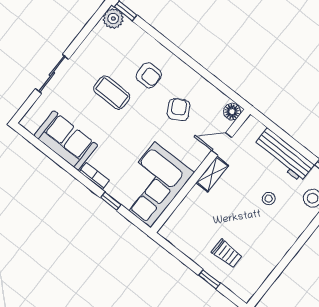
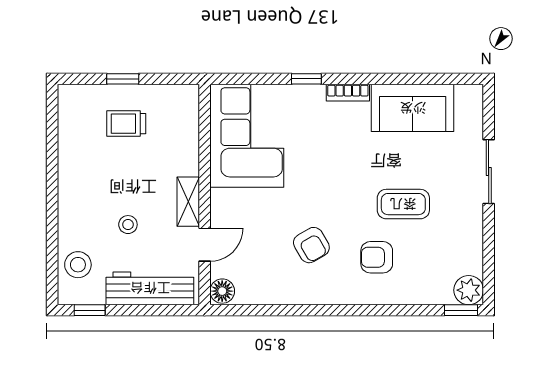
floor lamp: (232, 112) -> (222, 291), moved
door: (222, 144) -> (205, 245), moved
wall: (200, 171) -> (205, 194), moved
shelving: (212, 174) -> (188, 202), moved
corner sofa: (153, 185) -> (247, 136), moved

